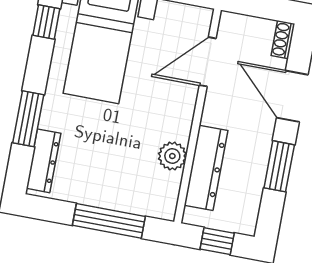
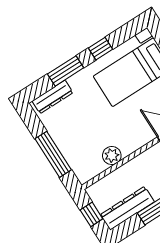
window: (46, 22) -> (101, 49), moved
dresser: (206, 168) -> (127, 208), moved, turned 180

